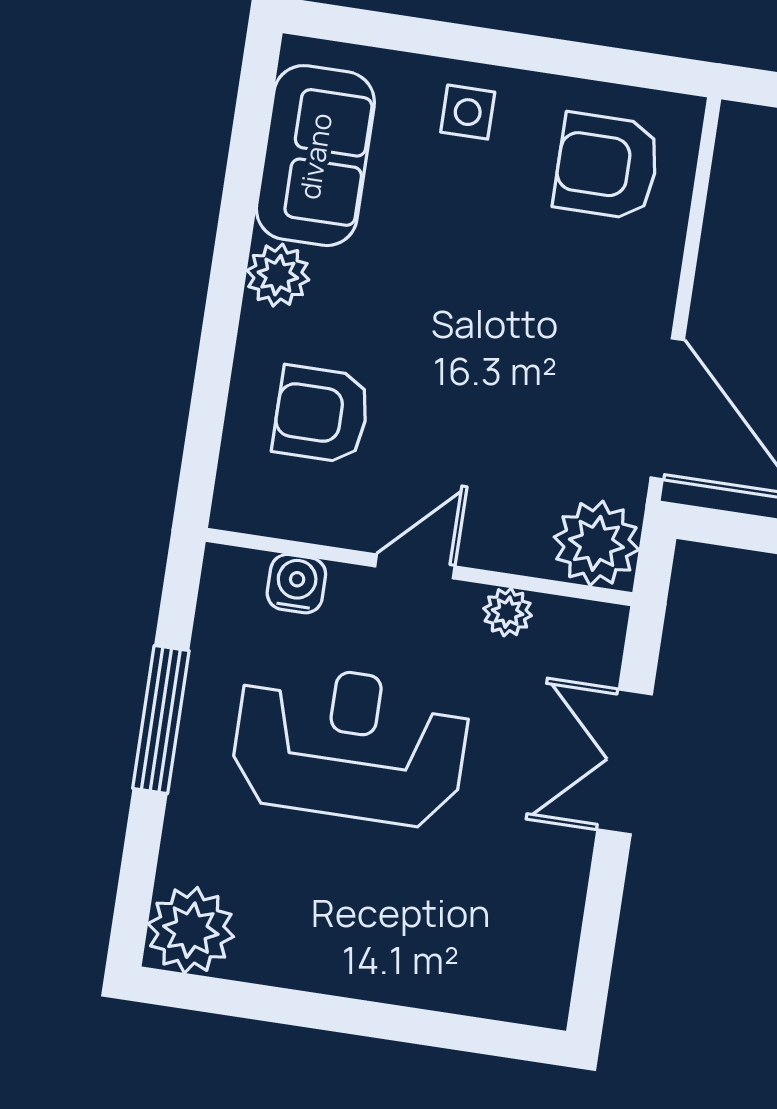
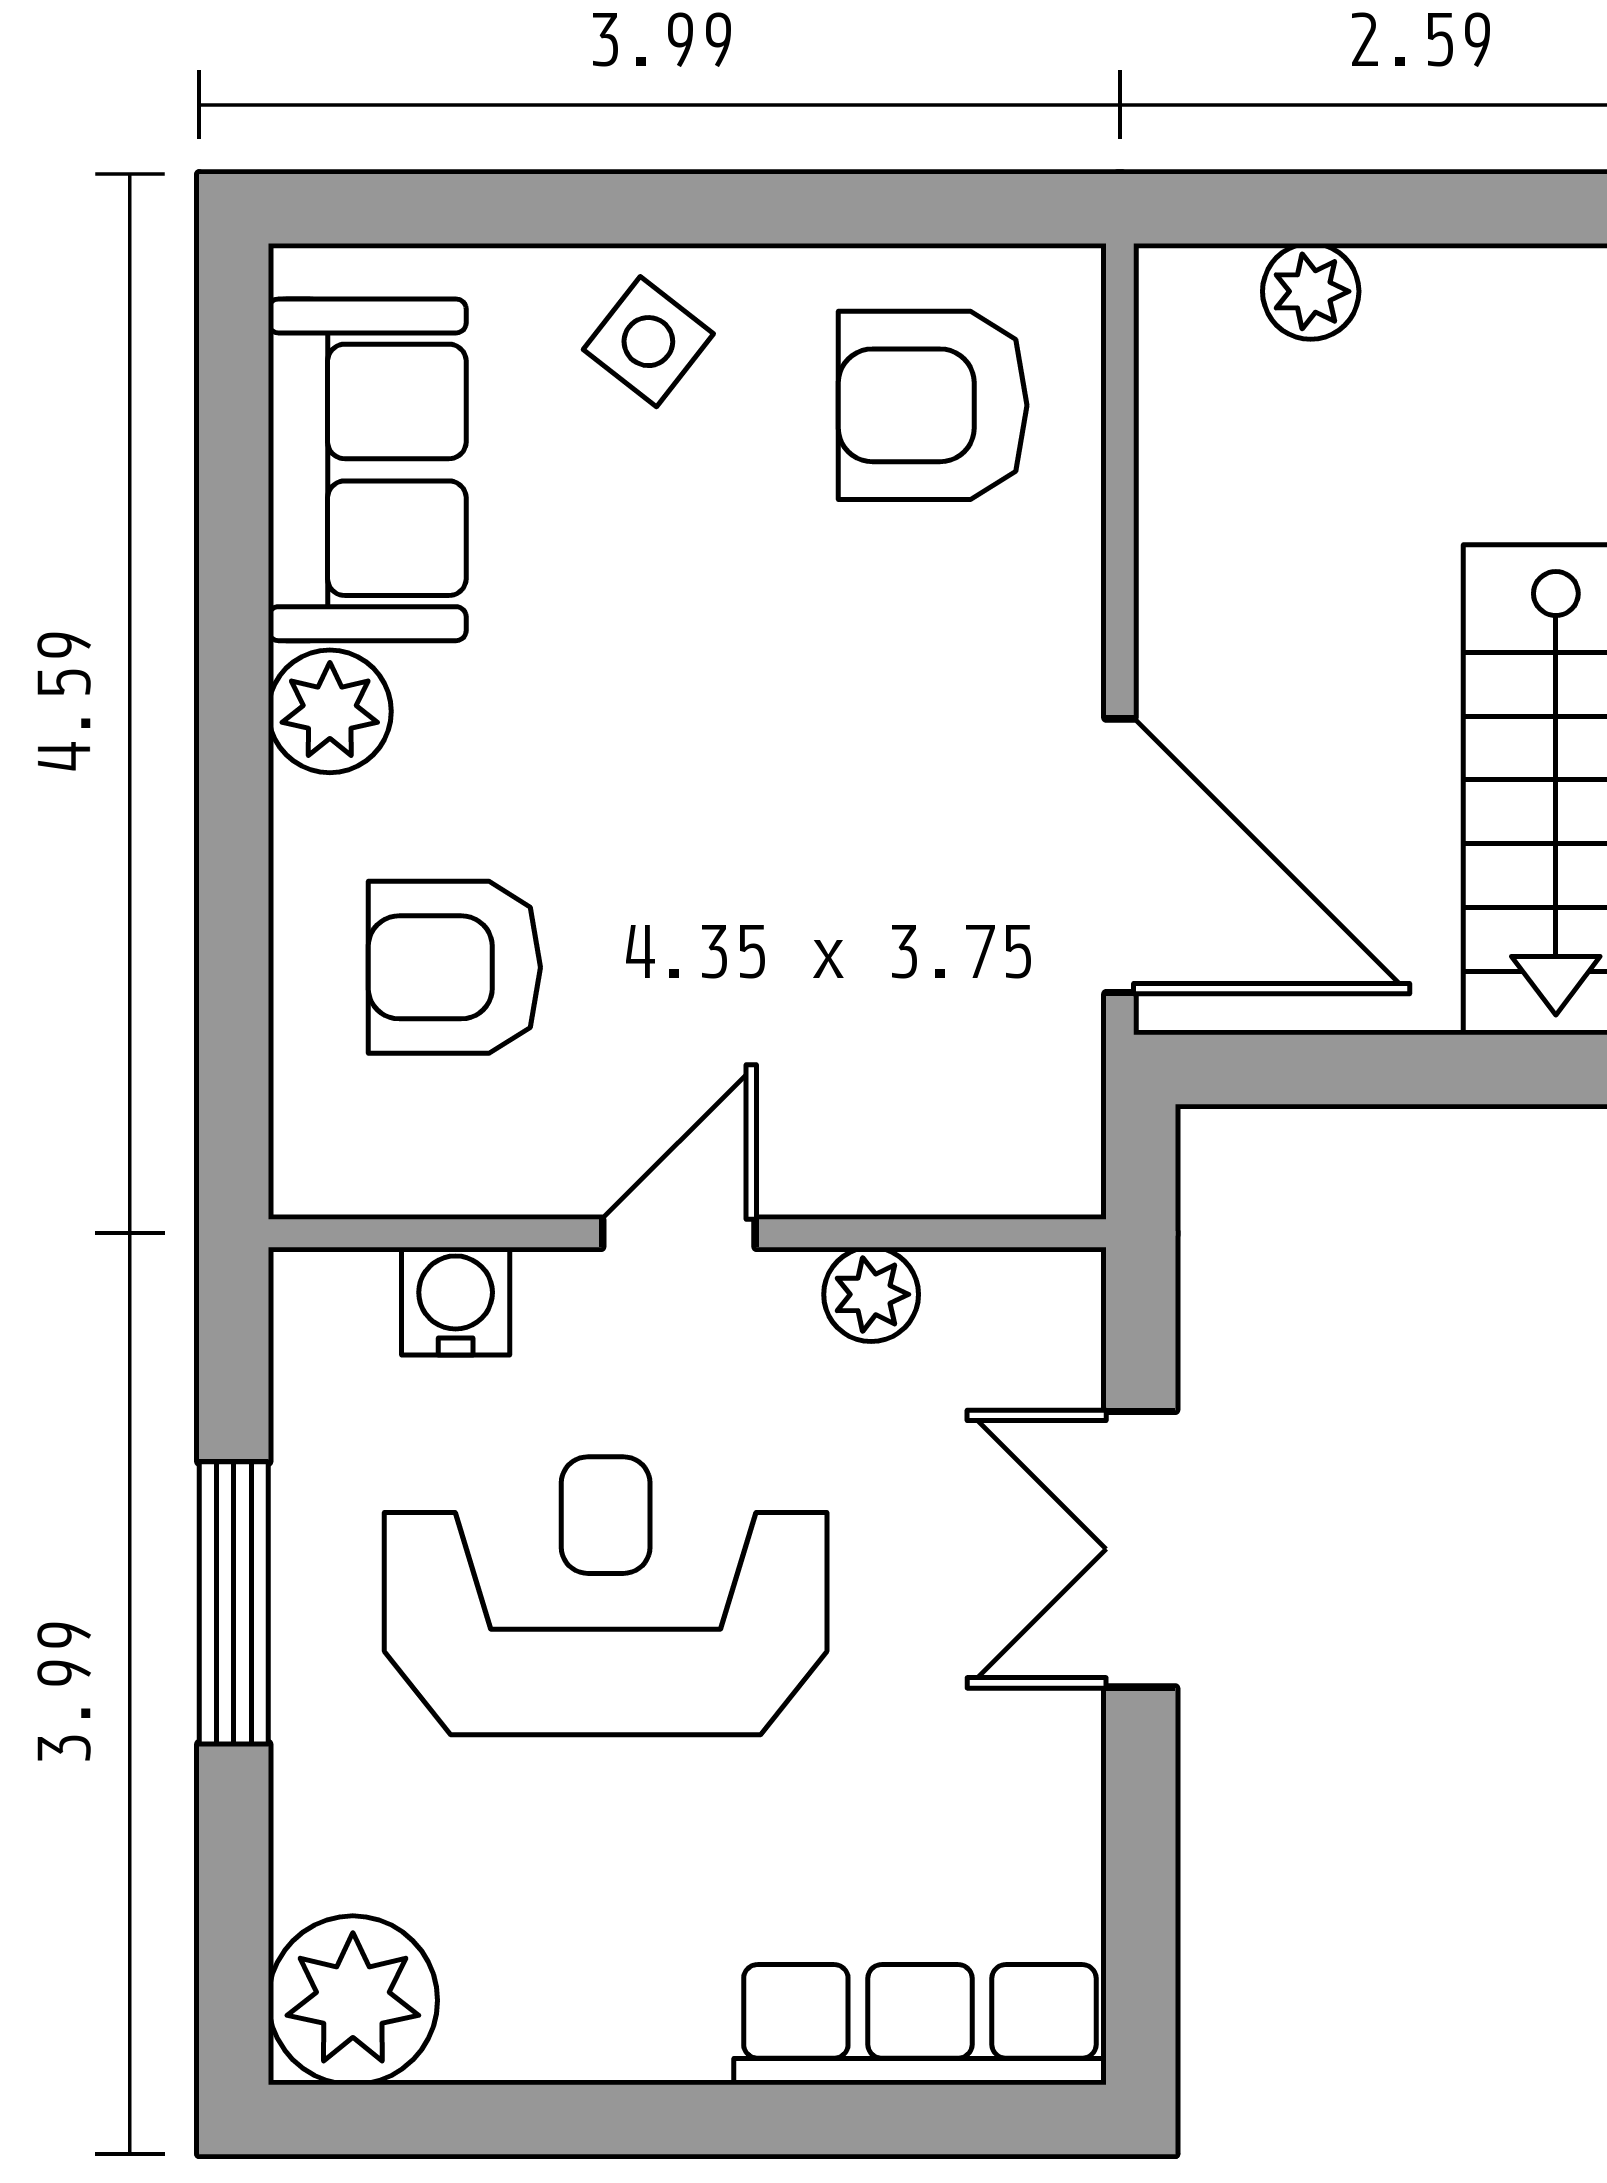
side table: (468, 112) -> (648, 342), turned 38
plant: (596, 543) -> (1022, 1136), removed
row of seats: (476, 986) -> (920, 2025), added

